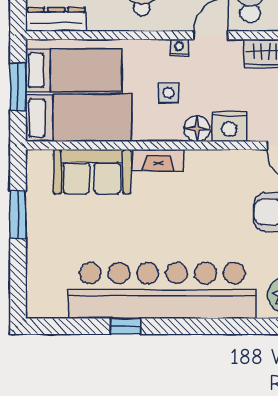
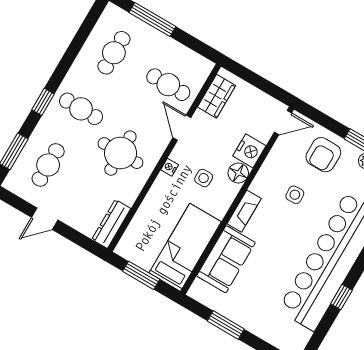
nightstand: (179, 48) -> (170, 167), moved
bed: (74, 70) -> (152, 232), removed
side table: (210, 206) -> (295, 195), added

